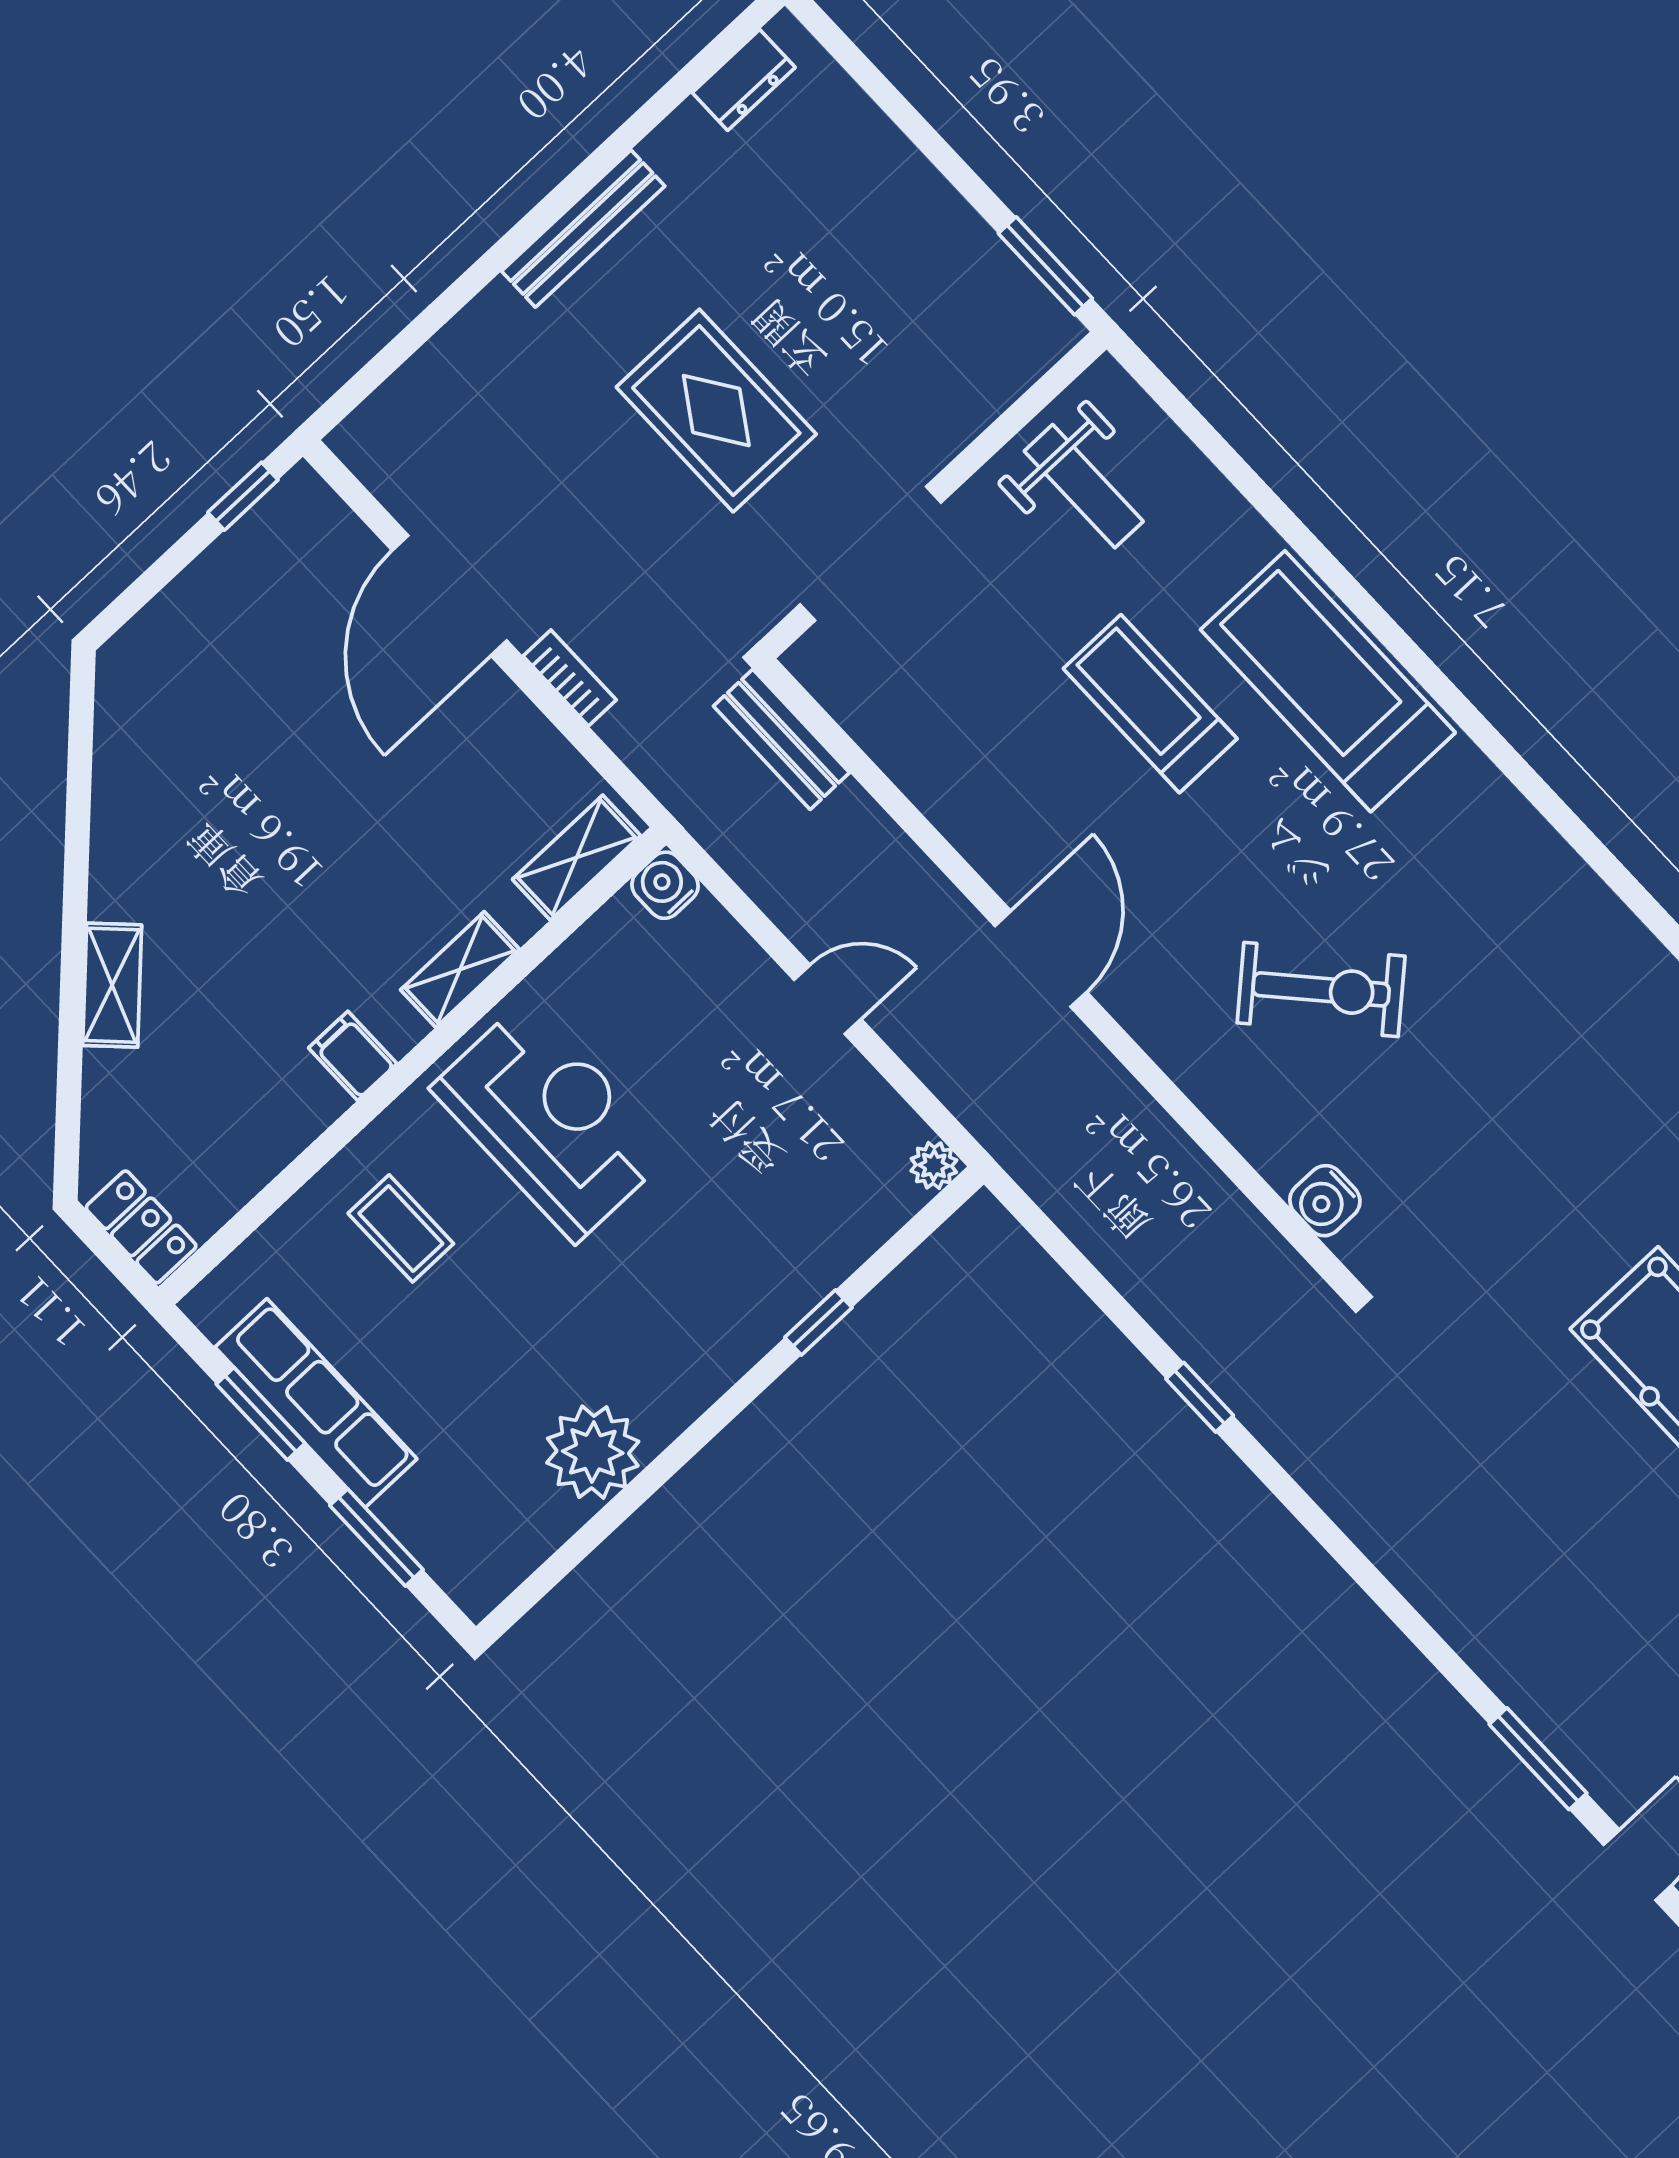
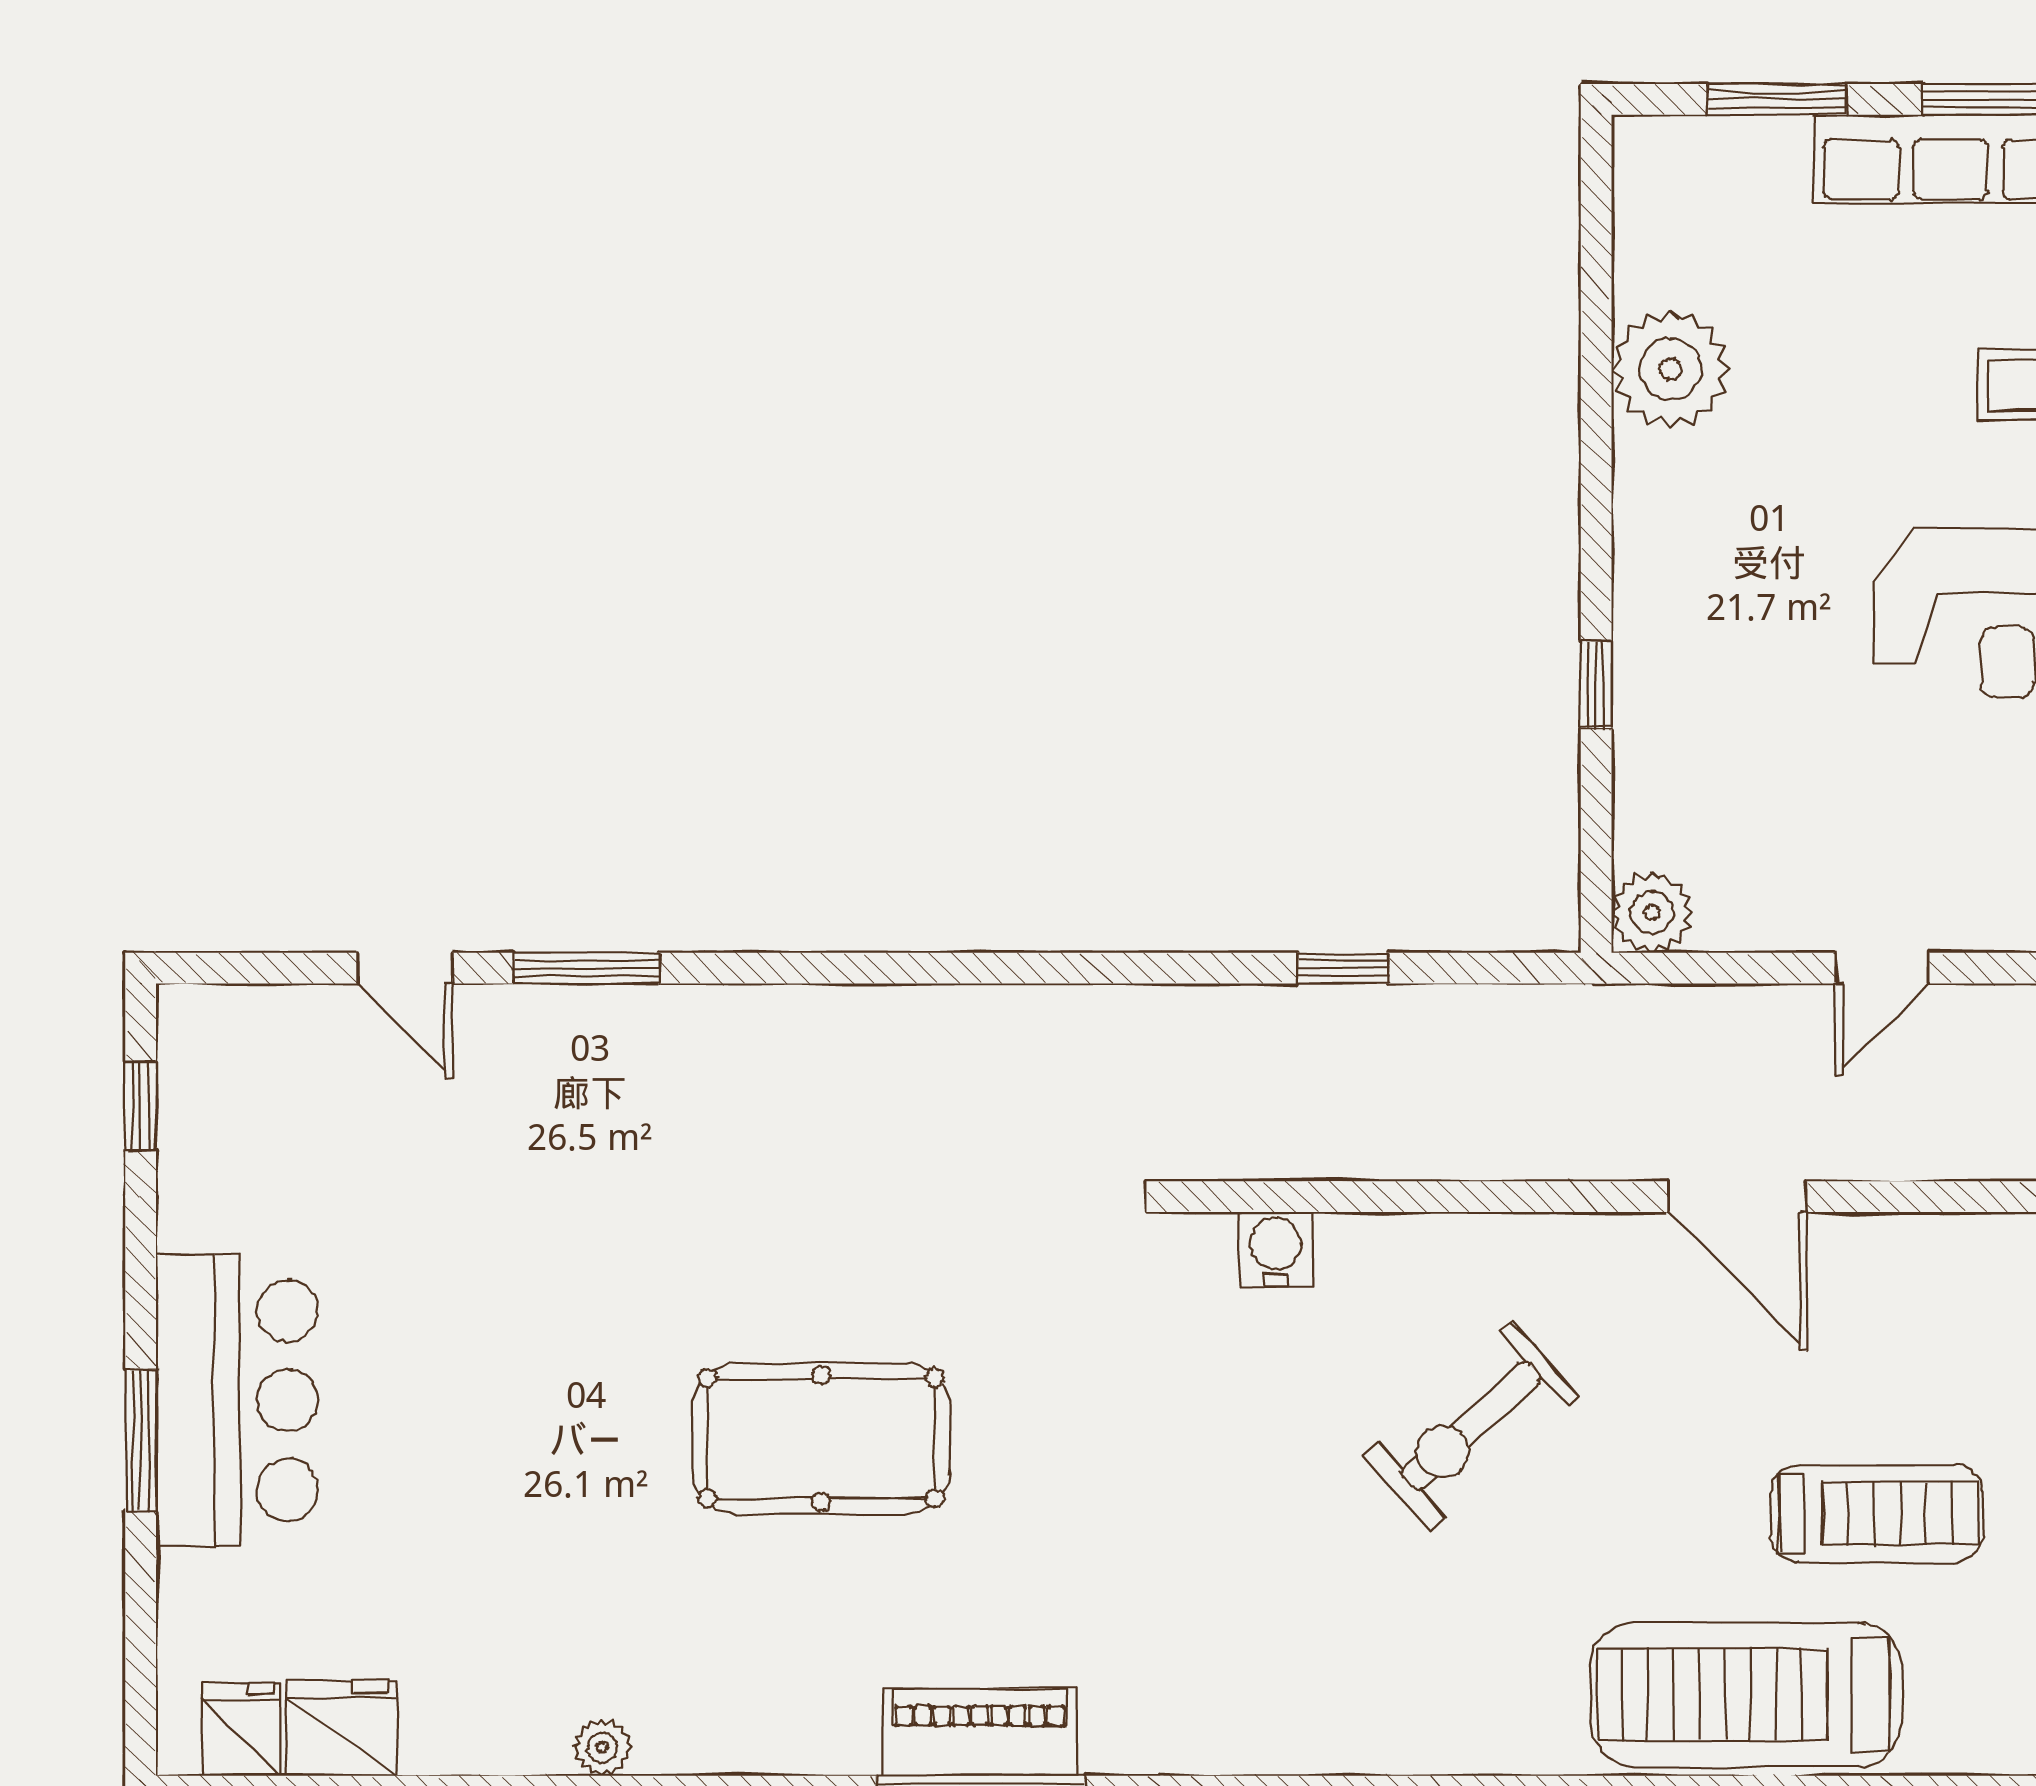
treadmill: (1328, 681) -> (1746, 1694), turned 180
plant: (934, 1165) -> (1652, 912), width x1.38, depth x1.38
window: (1200, 1397) -> (1343, 968), moved

